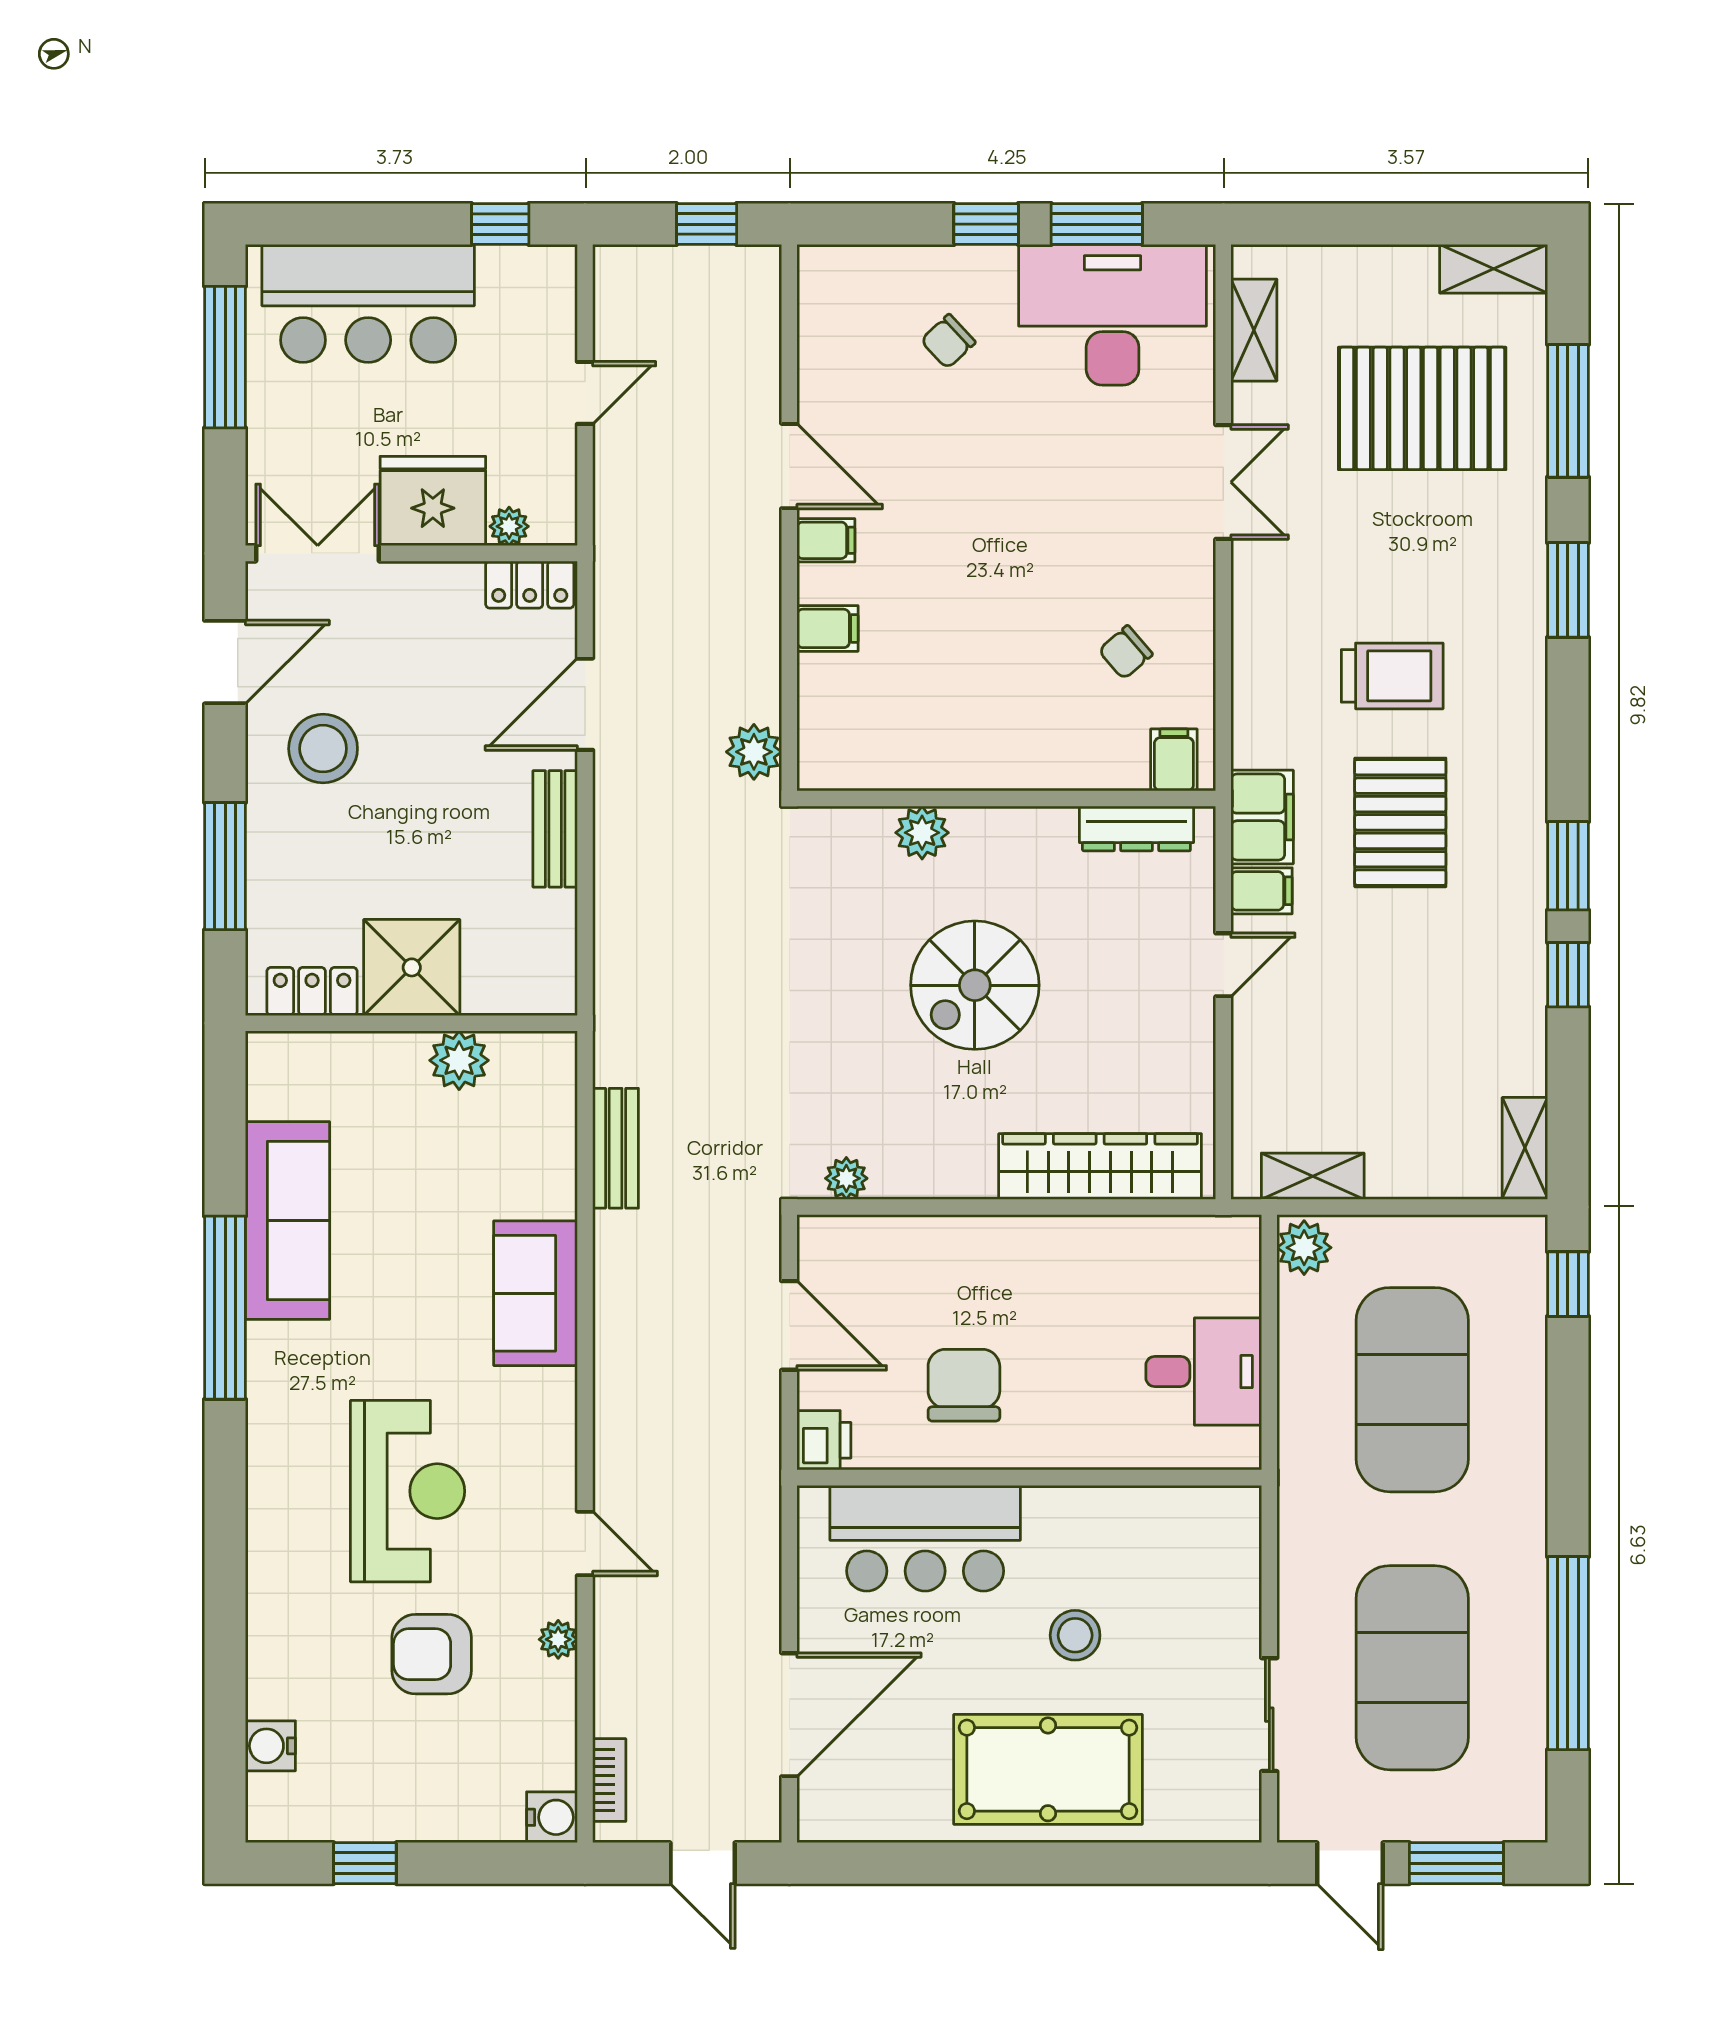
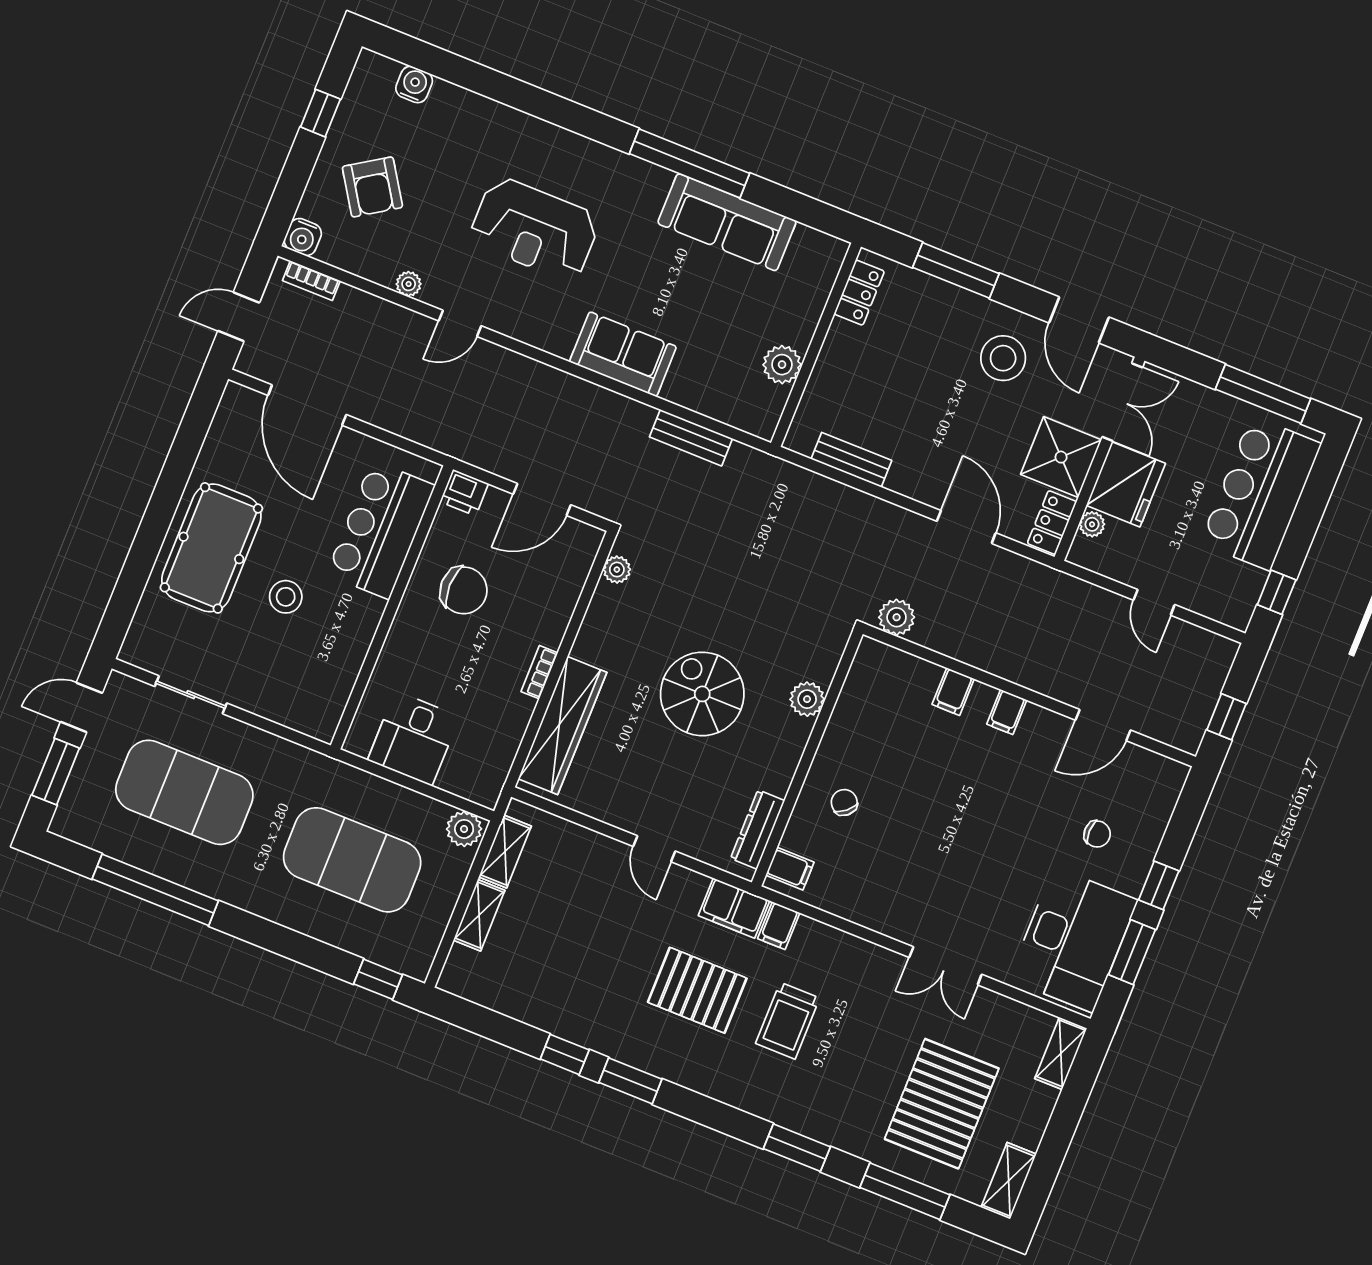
shelving: (1254, 330) -> (1061, 1053), moved, turned 90
chair: (948, 341) -> (1097, 834), turned 133
door: (789, 466) -> (1103, 725), moved
chair: (1126, 652) -> (844, 802), moved
bench: (555, 829) -> (851, 460), moved
filing cabinet: (1262, 891) -> (779, 926), moved
shower: (412, 967) -> (1061, 457), moved
shelving: (1525, 1148) -> (479, 915), moved, turned 90
bookcase: (1037, 1230) -> (539, 672), added
armchair: (432, 1654) -> (372, 187), moved, turned 147

